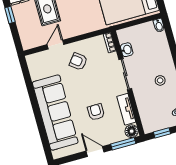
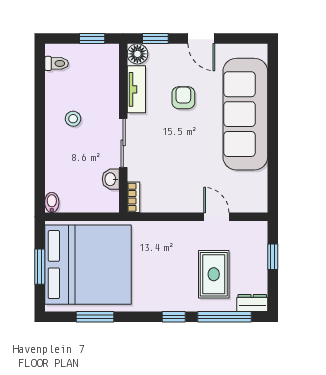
window: (10, 15) -> (273, 257), moved
door: (55, 45) -> (216, 217), swing flipped
armchair: (78, 61) -> (189, 182), removed
armchair: (96, 112) -> (183, 98), turned 180
window: (123, 144) -> (155, 38), width x0.67

